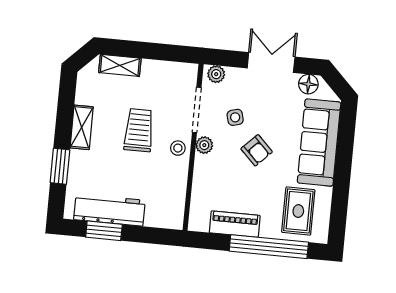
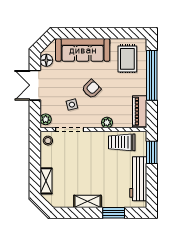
trolley: (139, 130) -> (122, 142), moved
plant: (204, 145) -> (107, 122), moved
stool: (178, 148) -> (48, 141), moved
rug: (298, 211) -> (127, 59), turned 90
piano: (235, 224) -> (140, 111), moved
window: (104, 231) -> (152, 152), moved

